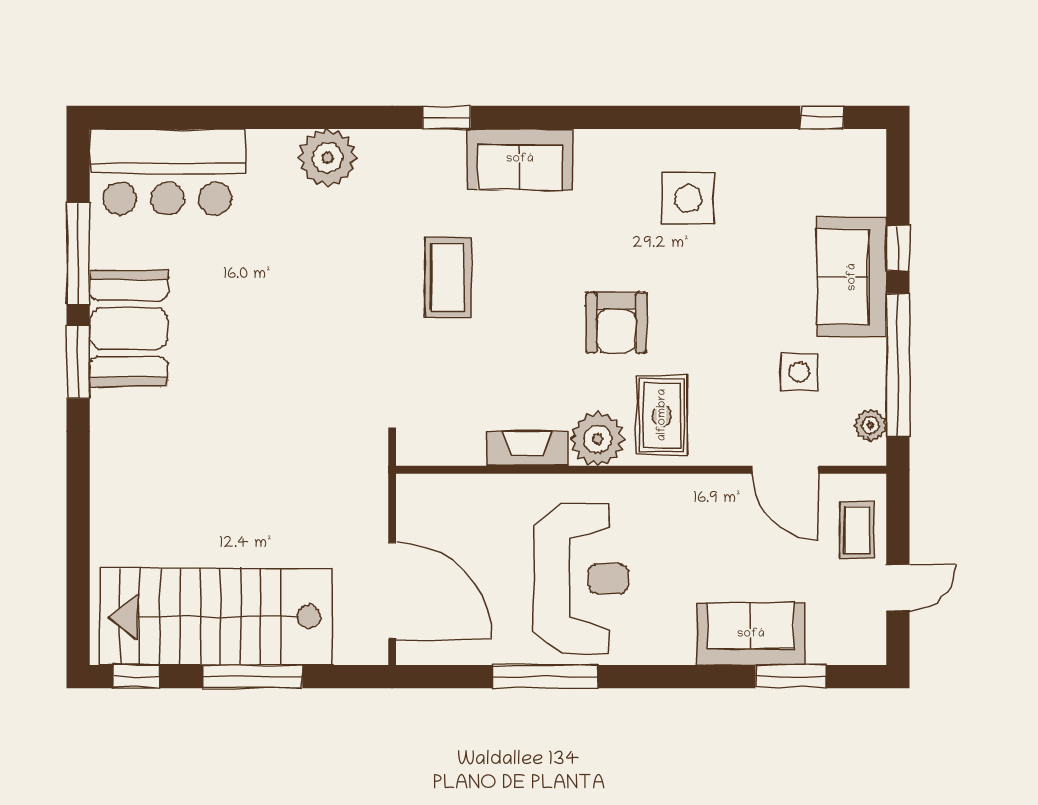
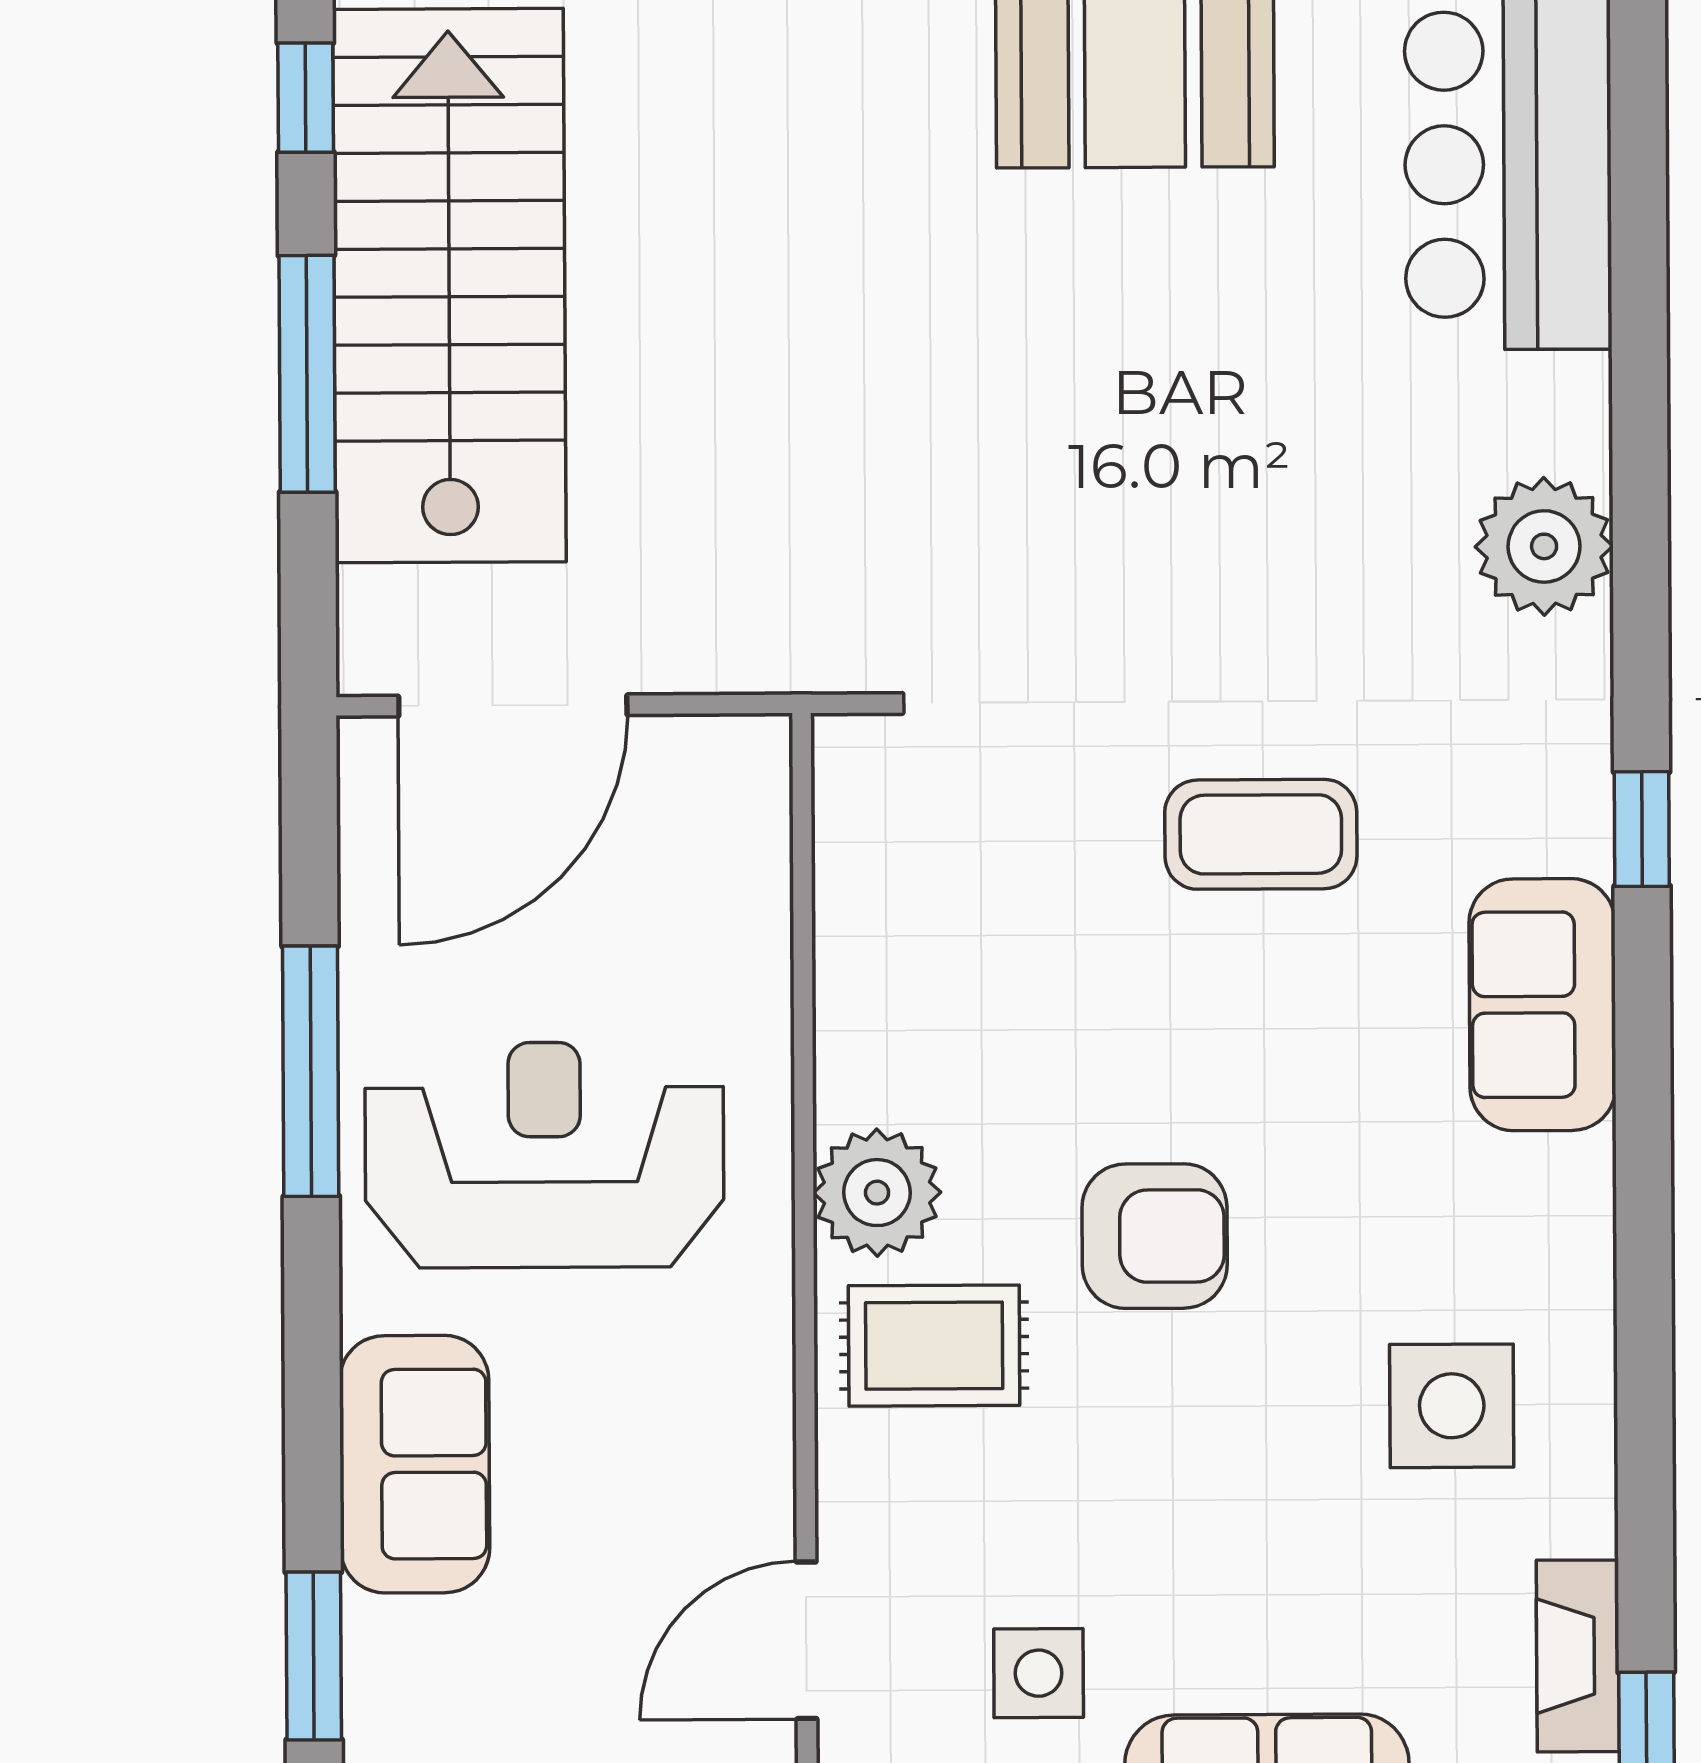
armchair: (616, 323) -> (1155, 1236), turned 180
fireplace: (527, 449) -> (1578, 1656), moved, turned 180
reception desk: (581, 579) -> (544, 1155), turned 180
sofa: (751, 634) -> (415, 1464), moved

